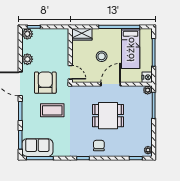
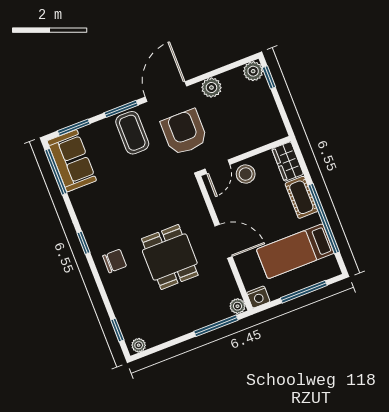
cot: (103, 34) -> (301, 197), added
stool: (102, 56) -> (246, 174), moved
armchair: (45, 83) -> (184, 132), turned -90
coffee table: (52, 110) -> (132, 133), moved

